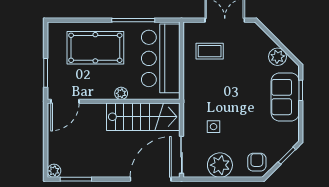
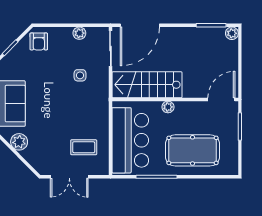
plant: (220, 165) -> (79, 33), width x0.53, depth x0.53

